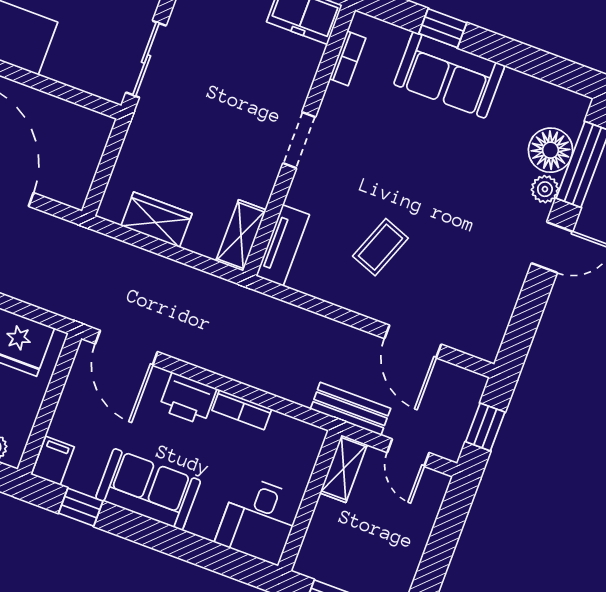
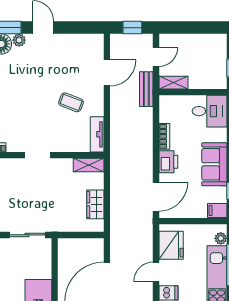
tv unit: (283, 245) -> (97, 134), moved, turned -90

